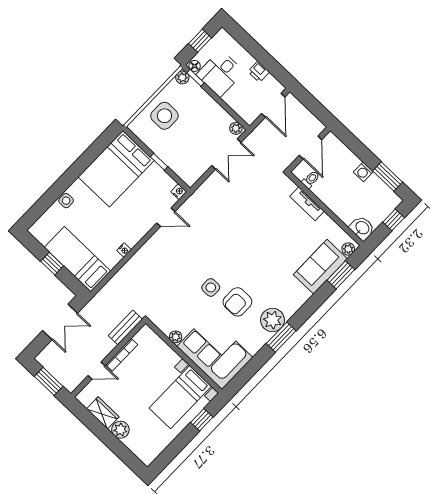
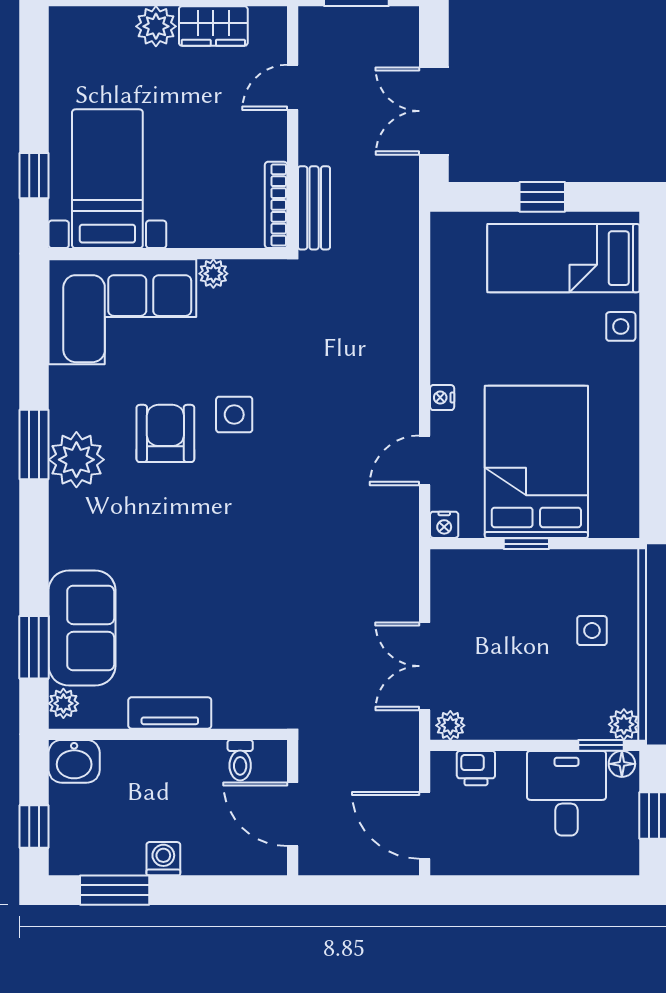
printer: (259, 72) -> (476, 768), moved, turned 180
side table: (164, 116) -> (592, 631), width x0.54, depth x0.54
bed: (116, 169) -> (536, 462), moved
tv unit: (307, 204) -> (170, 713), moved
nightstand: (124, 250) -> (442, 398), moved
bed: (78, 259) -> (563, 258), moved, turned 180
bookcase: (122, 355) -> (276, 205), moved

